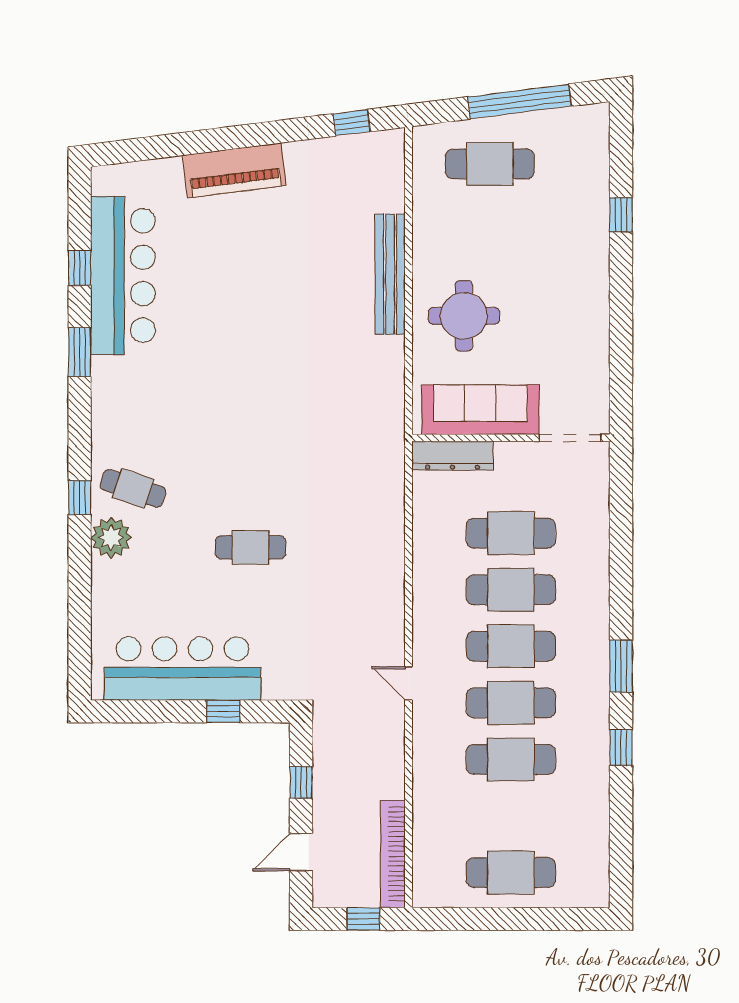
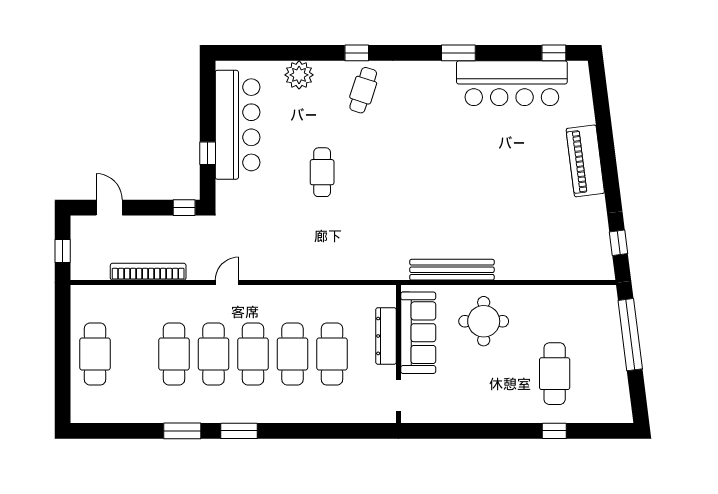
window: (519, 102) -> (630, 335), moved
cafe table: (490, 164) -> (555, 374), moved
window: (80, 268) -> (554, 53), moved
bench: (390, 274) -> (452, 270), moved
doorway: (570, 438) -> (398, 395), width x0.73
dresser: (452, 456) -> (386, 336), moved
plant: (111, 538) -> (299, 75), moved
window: (621, 748) -> (182, 431), width x1.50
window: (301, 782) -> (184, 208), moved
bookcase: (393, 854) -> (148, 272), moved

